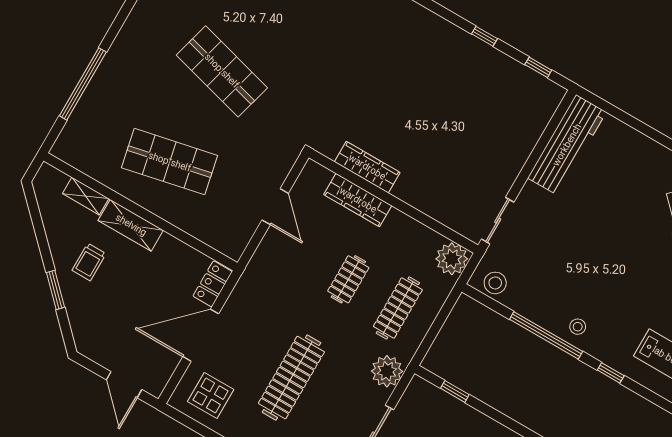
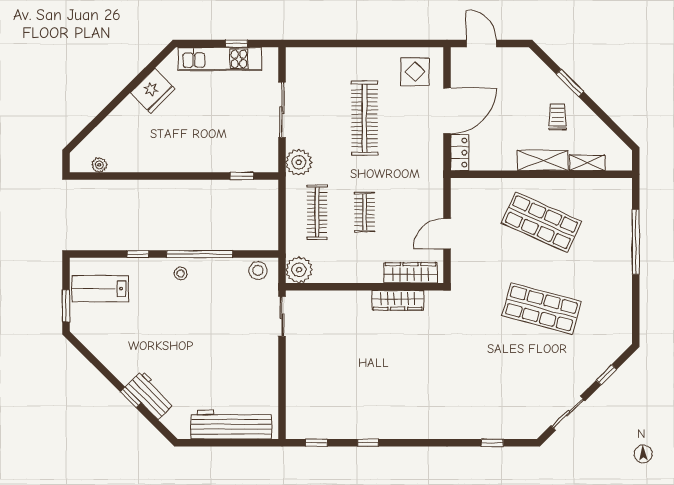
workbench: (567, 145) -> (231, 425), moved, turned 90
shop shelf: (170, 162) -> (541, 222), turned 36
wardrobe: (358, 200) -> (411, 273), moved
door: (275, 207) -> (447, 234), hinge flipped

